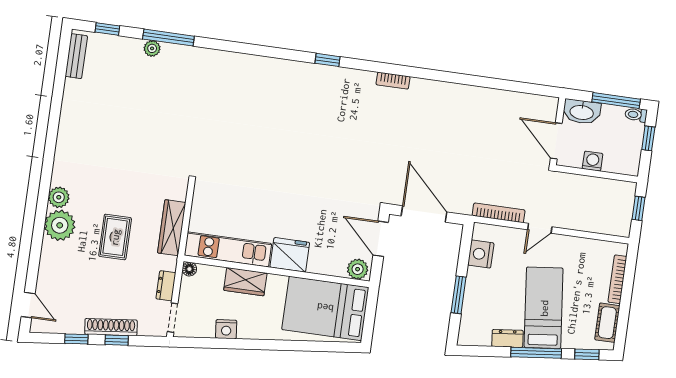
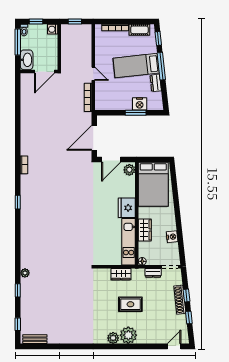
window: (168, 38) -> (18, 290), width x0.46
plant: (152, 48) -> (25, 273), moved
washing machine: (593, 161) -> (53, 29), moved
wardrobe: (172, 228) -> (121, 274), width x0.67
nightstand: (481, 254) -> (140, 104), moved

